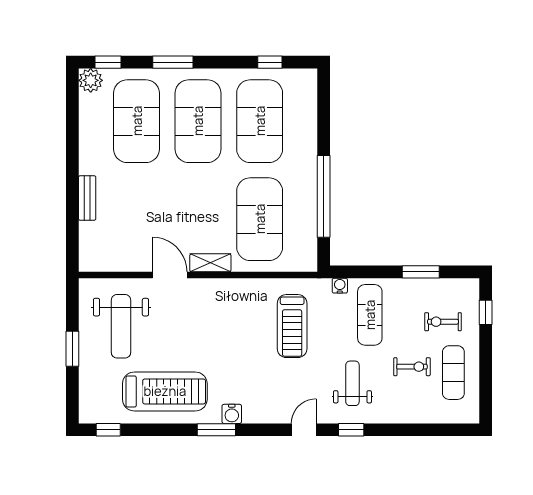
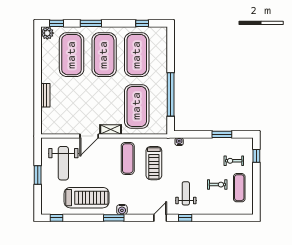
door: (170, 275) -> (89, 136), swing flipped
exercise mat: (370, 315) -> (128, 158), moved

